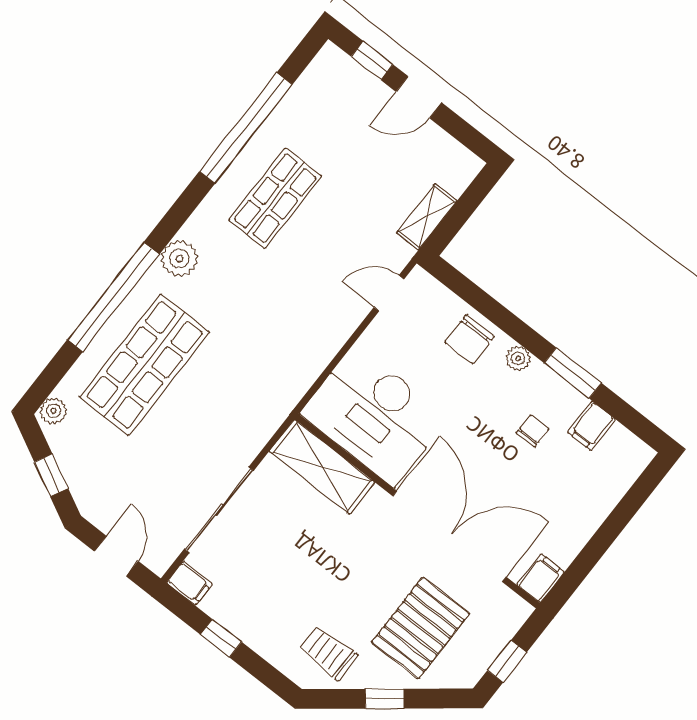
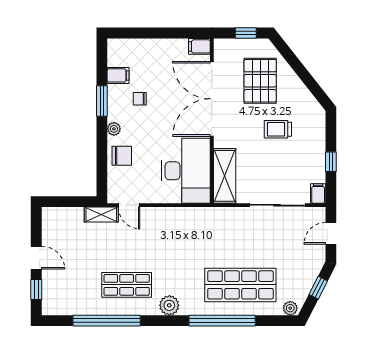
shelving: (427, 217) -> (101, 215), moved
plant: (179, 259) -> (169, 305), moved
pallet: (421, 628) -> (260, 81), turned 90
trolley: (328, 653) -> (278, 129), moved, turned 90
window: (385, 699) -> (302, 72), removed

